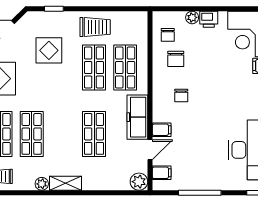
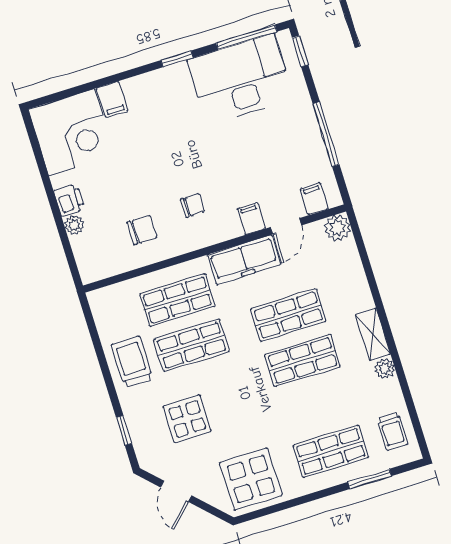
chair: (168, 35) -> (111, 253), removed
shop shelf: (32, 134) -> (302, 360), moved
door: (150, 150) -> (286, 226), swing flipped

